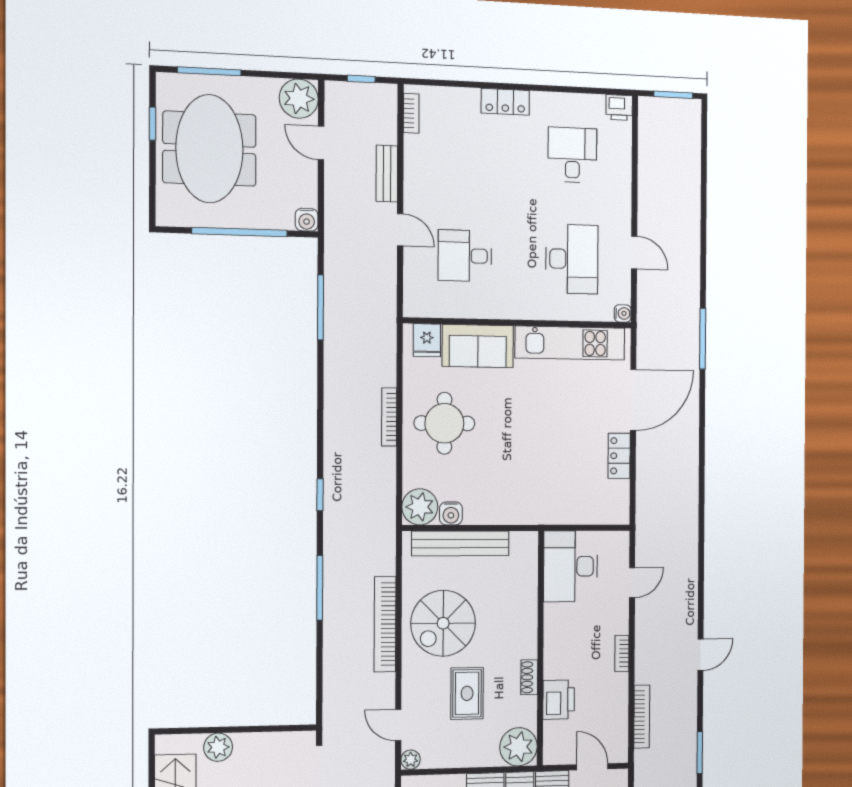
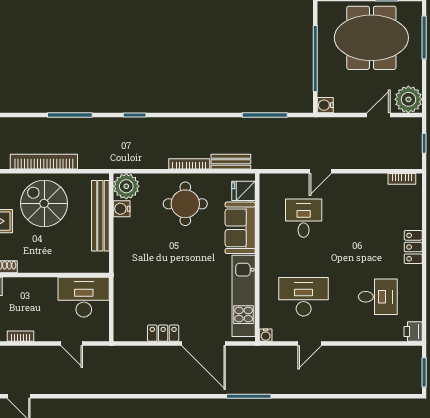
bench: (387, 174) -> (231, 162), moved
desk: (572, 259) -> (304, 297), turned 180

